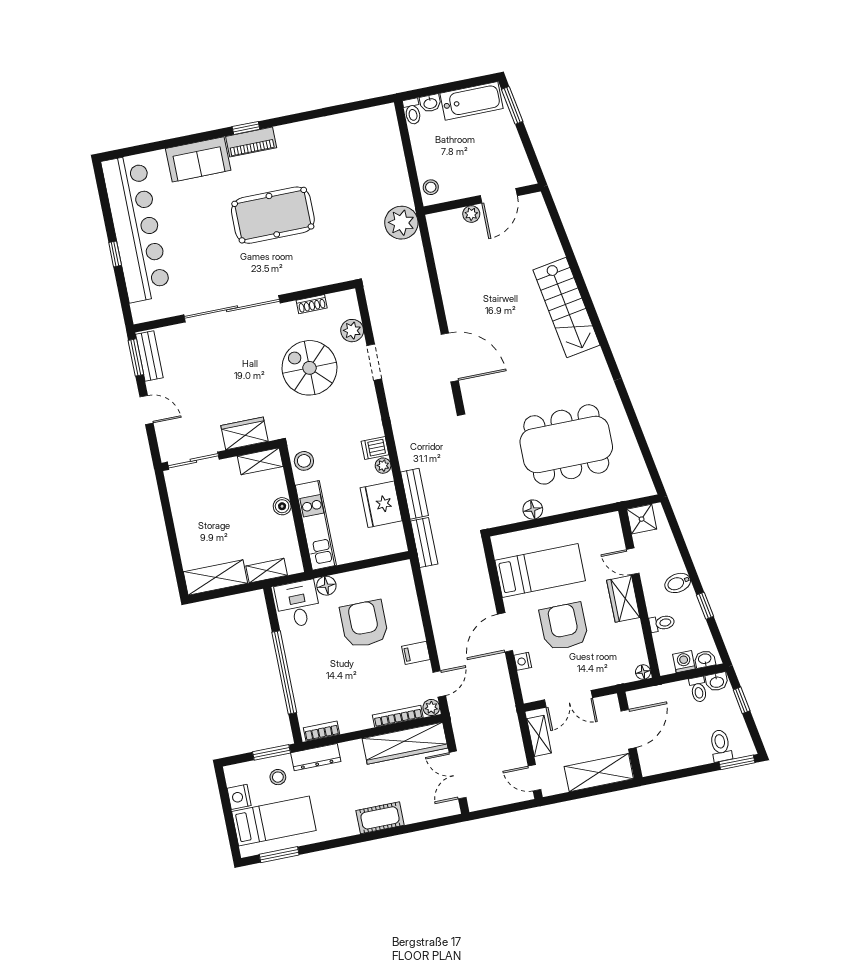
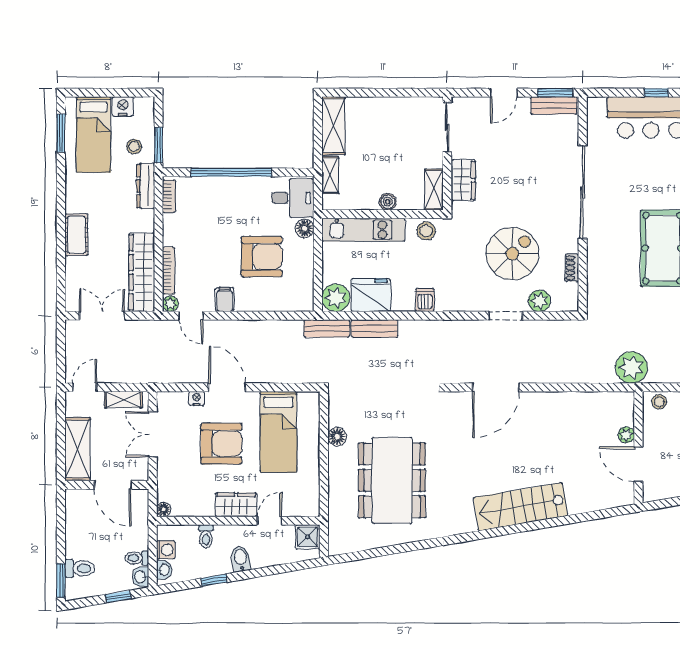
plant: (383, 466) -> (336, 298), moved, width x1.87, depth x1.87

